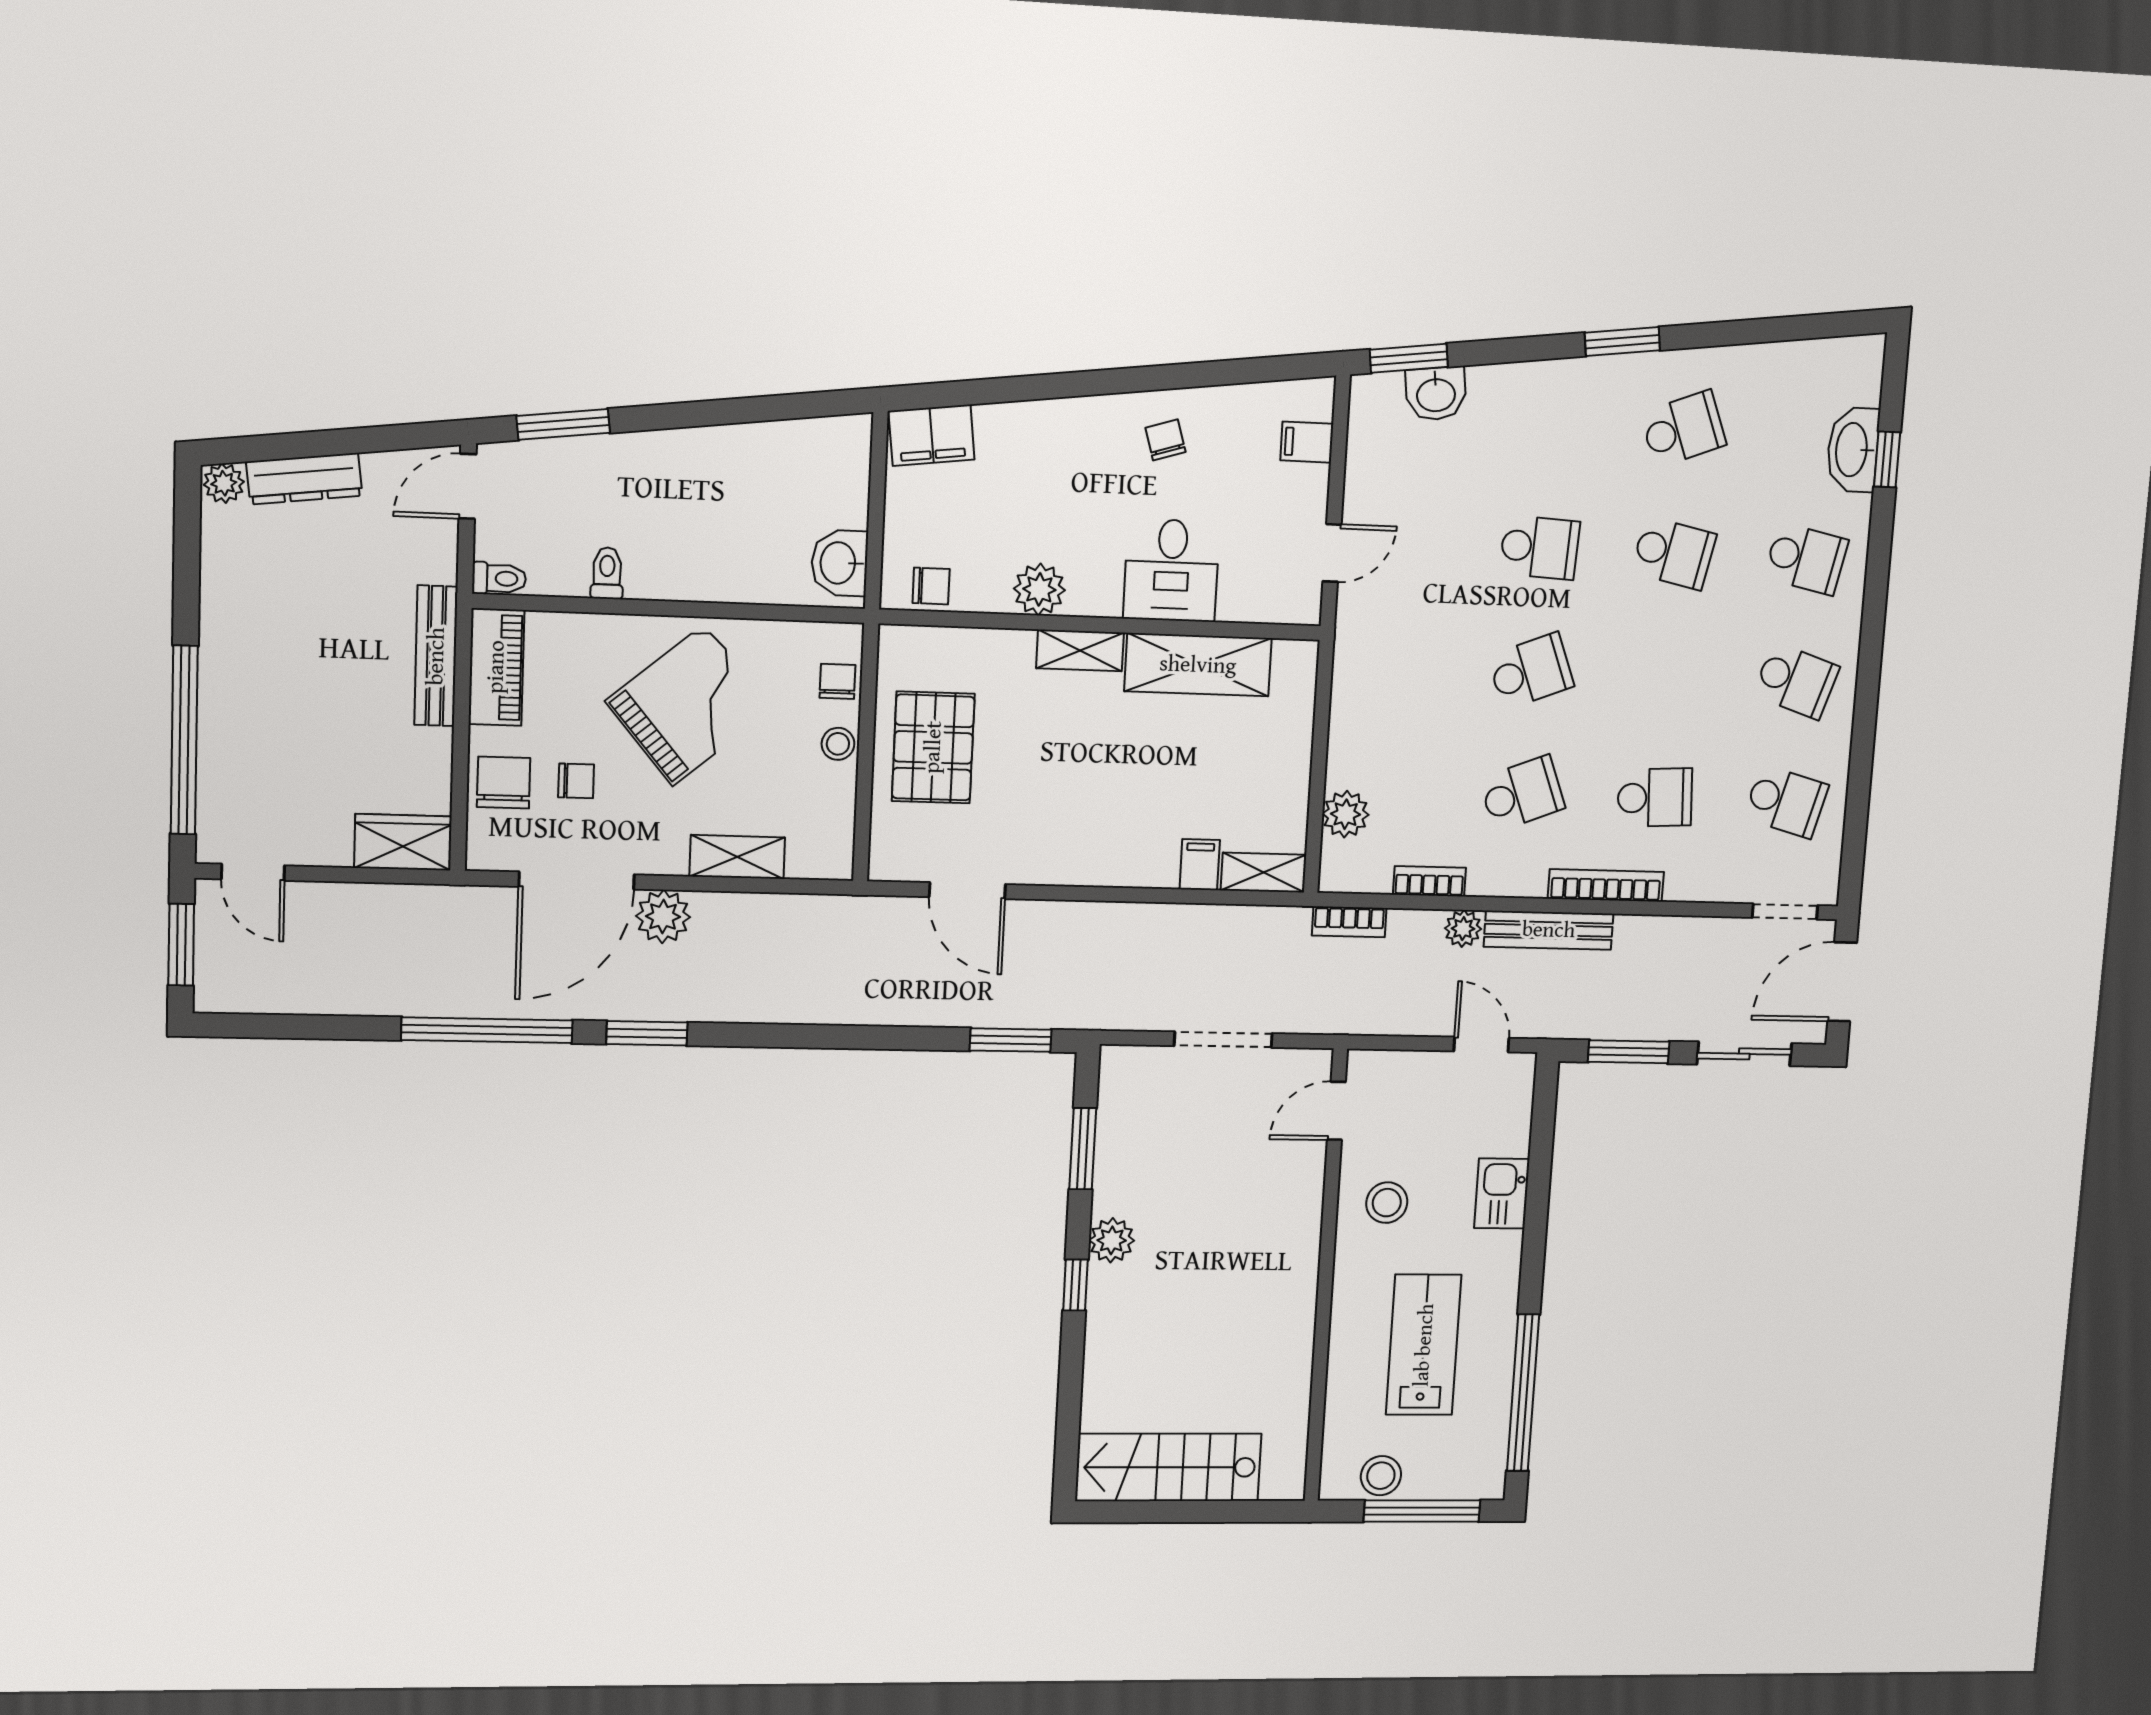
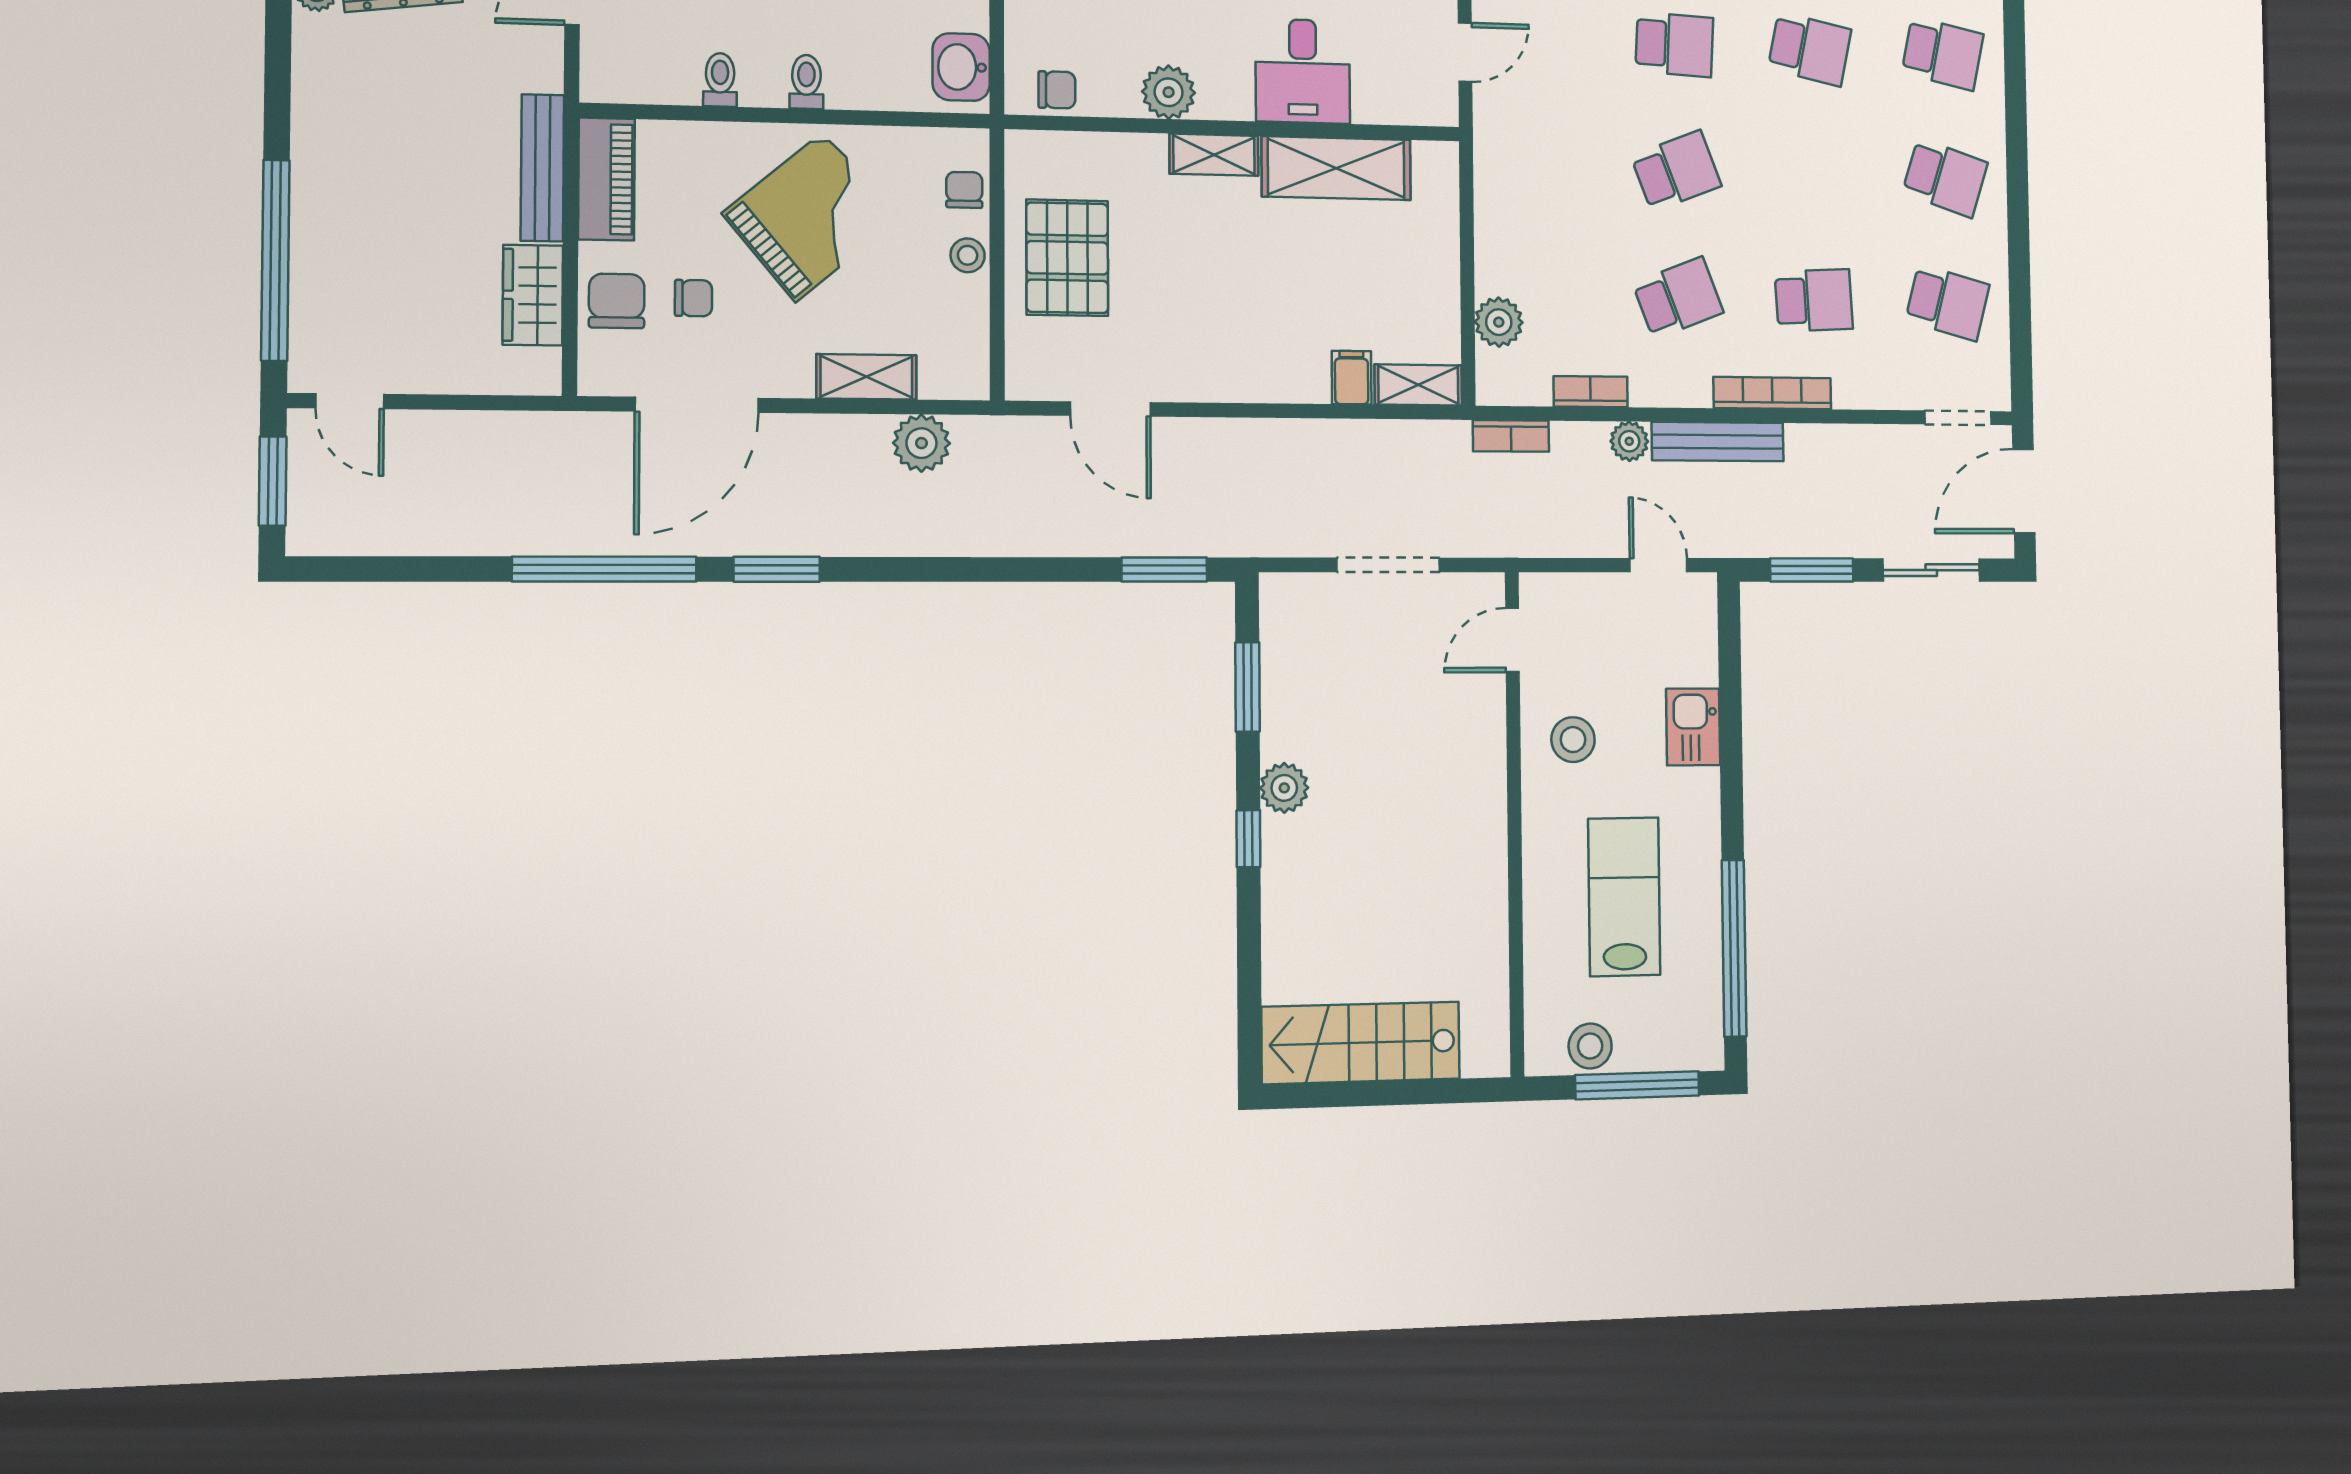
toilet: (499, 578) -> (806, 82), moved, turned -90
wardrobe: (403, 842) -> (533, 295), moved, turned -90
plant: (663, 917) -> (921, 443), moved

